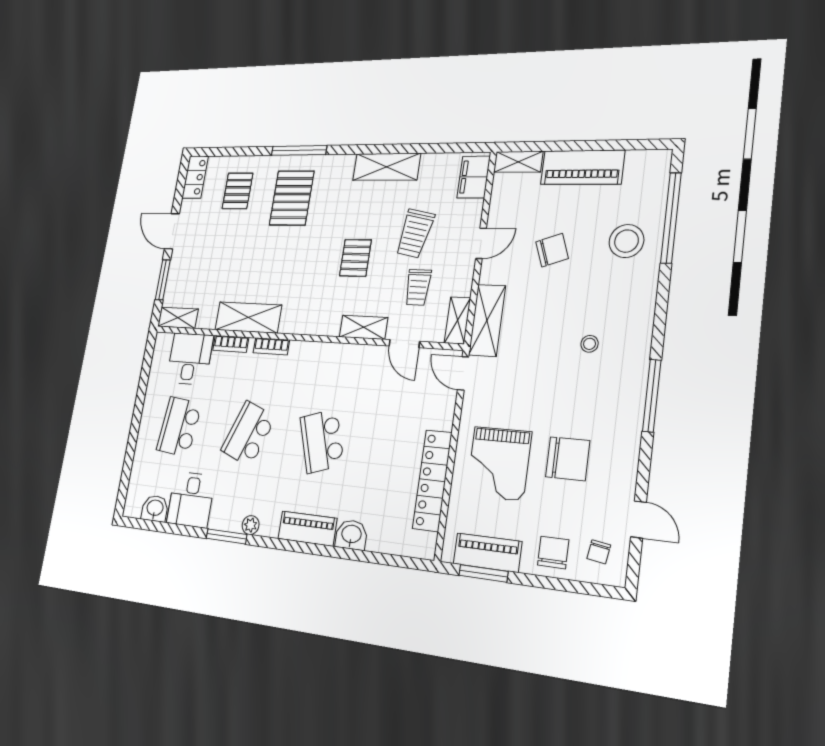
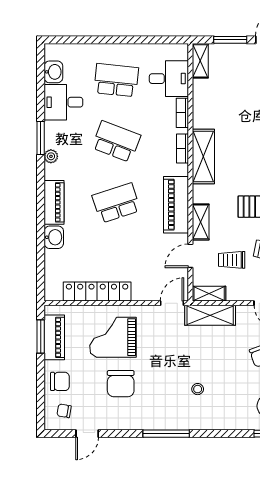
shelving: (248, 317) -> (203, 157), moved
piano: (337, 359) -> (176, 205), added

